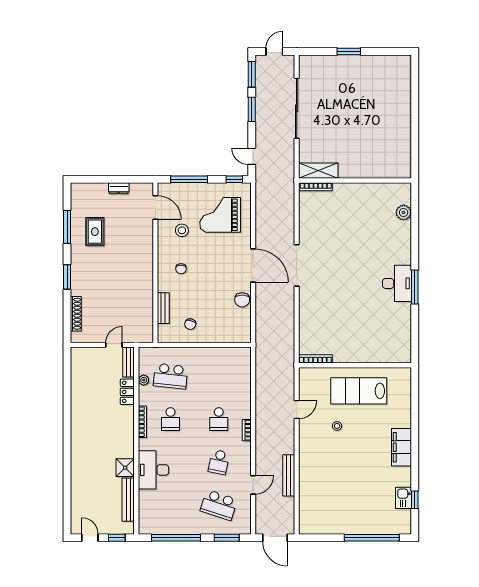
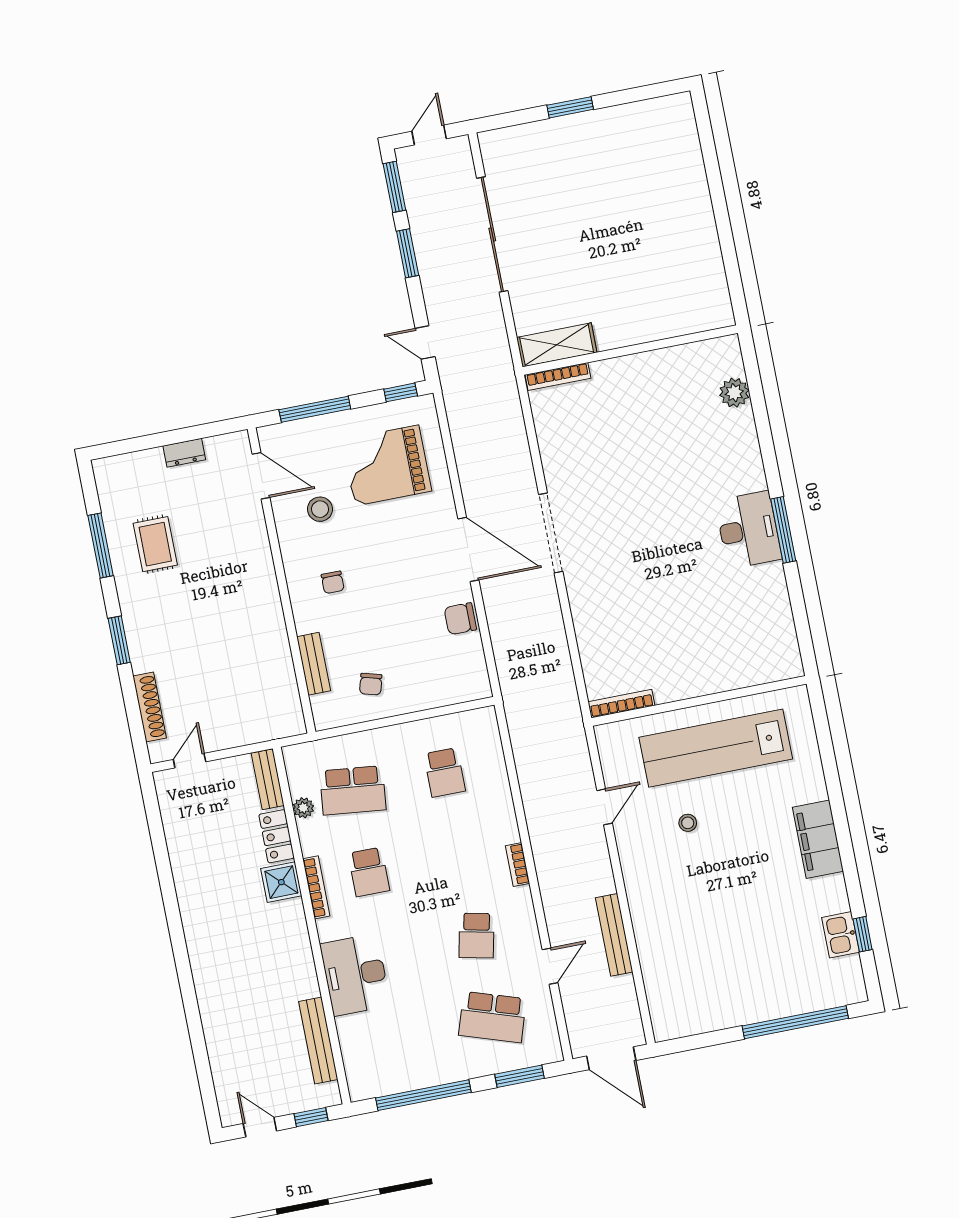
chair: (242, 300) -> (460, 619), turned 90
door: (114, 345) -> (190, 761), moved
lab bench: (359, 391) -> (716, 748), width x1.36
school desk: (219, 419) -> (444, 772), moved
shower: (125, 468) -> (281, 882), moved

